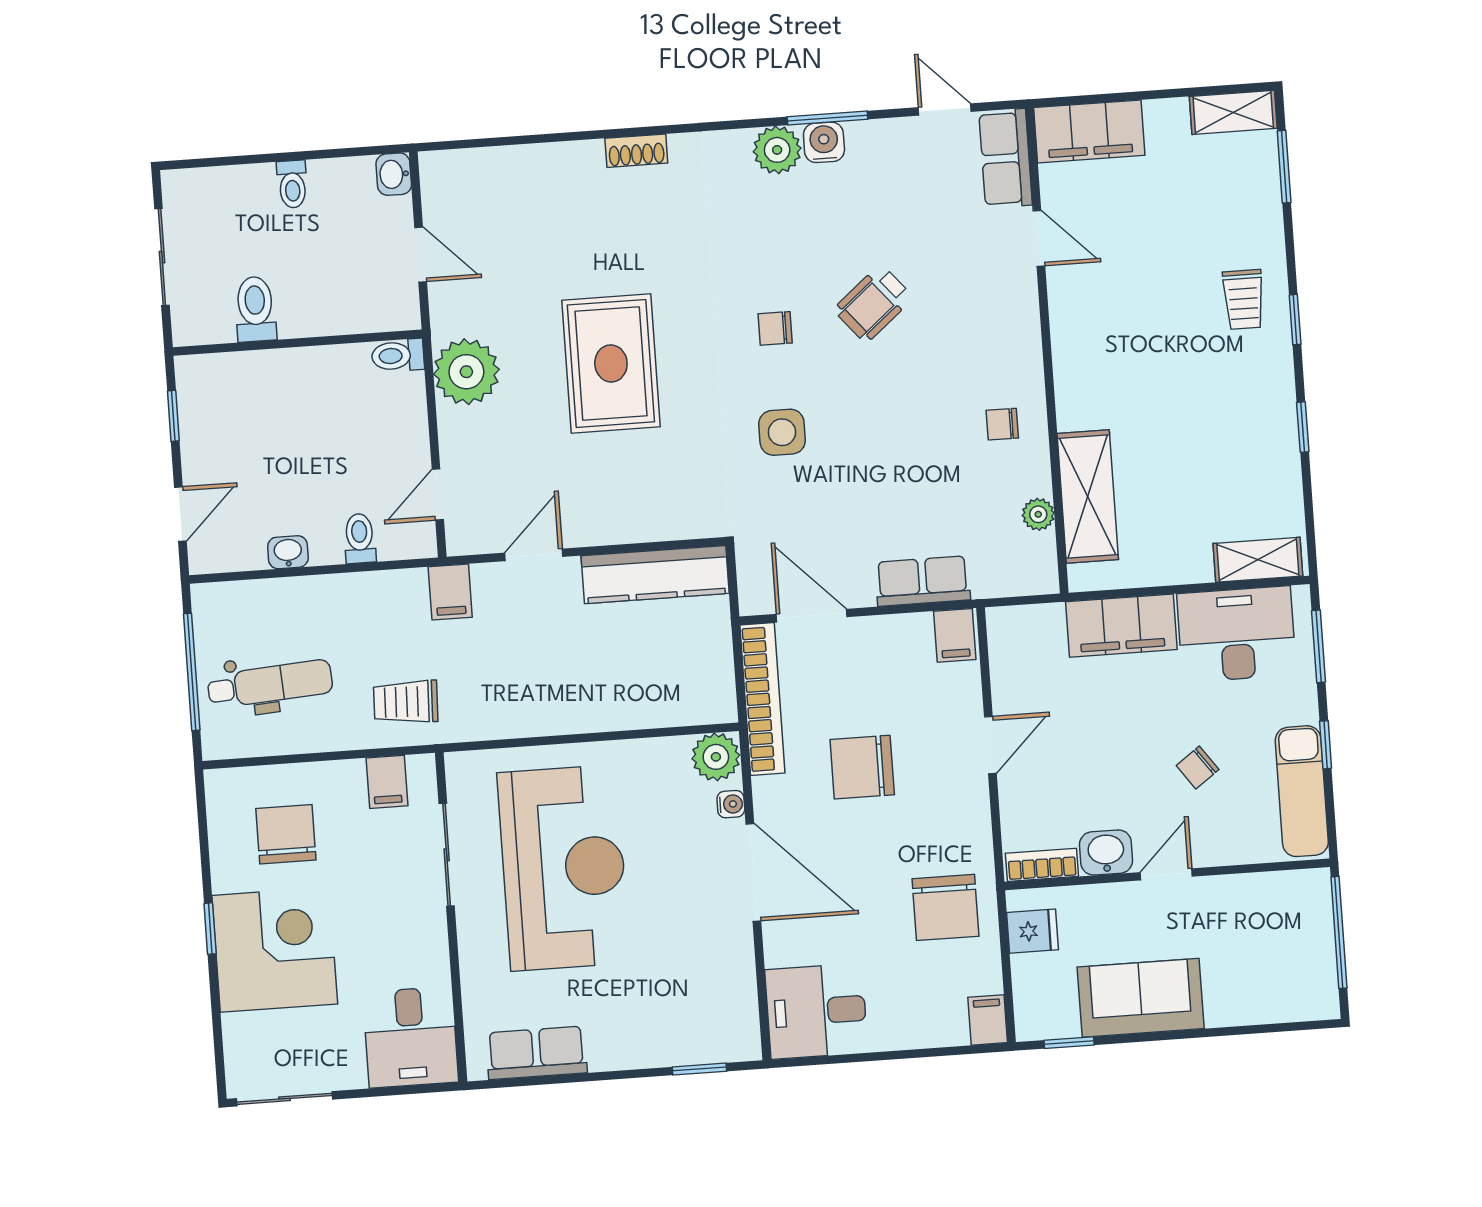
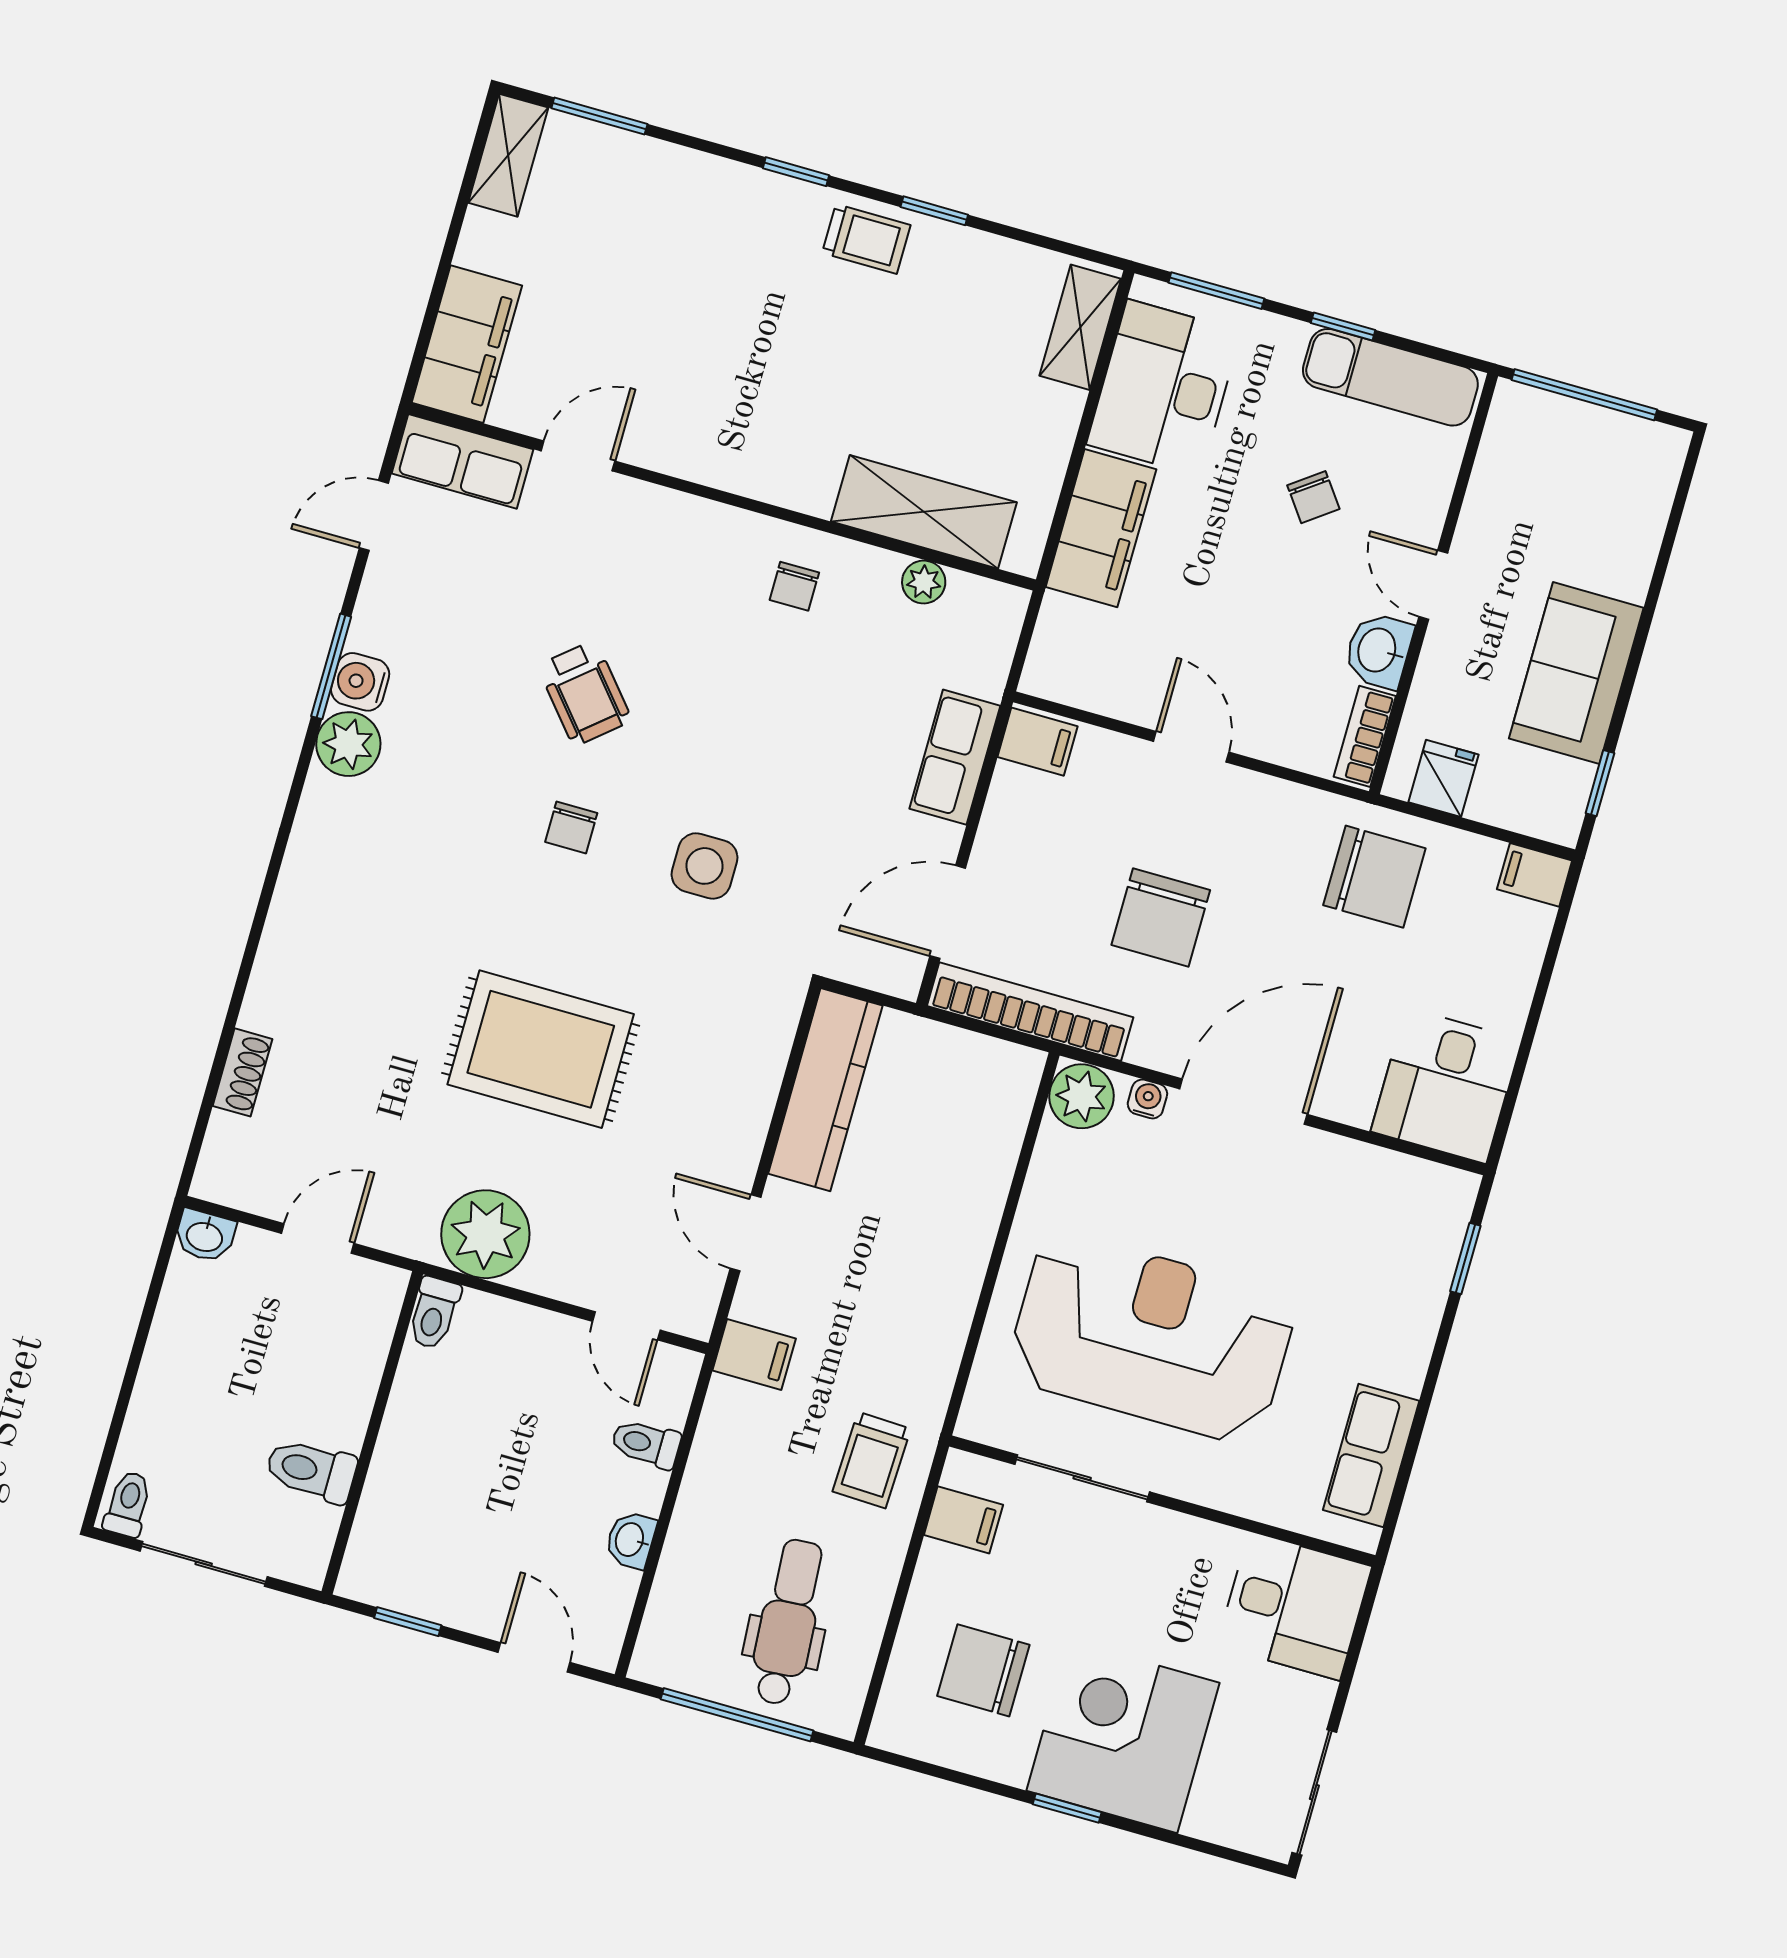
shoe rack: (636, 151) -> (243, 1072), moved
toilet: (292, 184) -> (128, 1504), moved, turned -90
trolley: (1244, 299) -> (866, 239), moved

